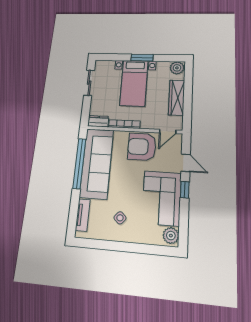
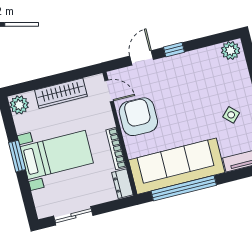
armchair: (142, 147) -> (138, 117), turned 180
corner sofa: (162, 198) -> (192, 74), removed

